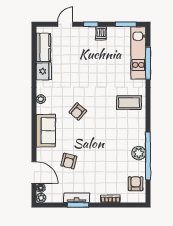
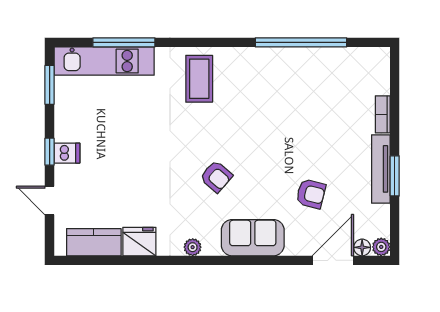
dishwasher: (101, 33) -> (67, 153), moved
plant: (139, 153) -> (296, 60), removed
armchair: (136, 184) -> (354, 66), removed
tv unit: (77, 198) -> (381, 169), width x1.41

